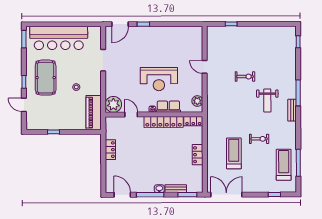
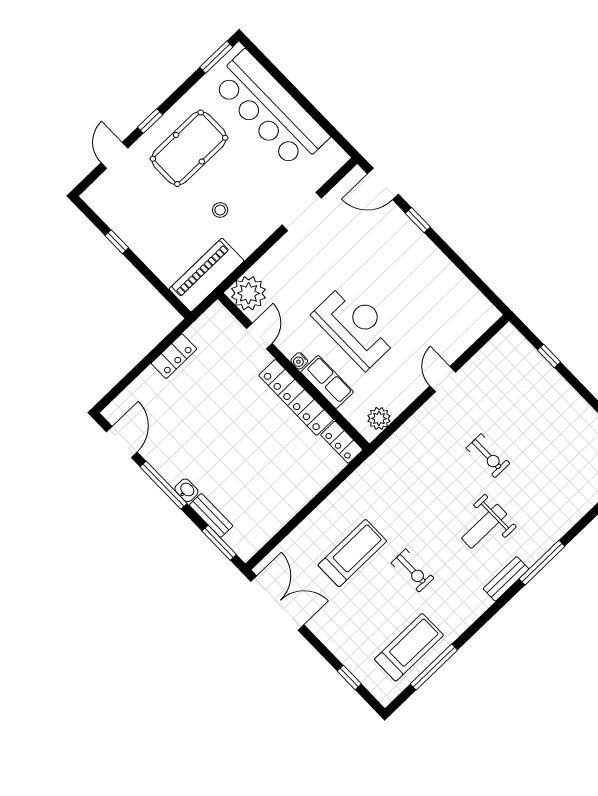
reception desk: (159, 79) -> (356, 326), turned 180
locker: (198, 155) -> (296, 499), removed

